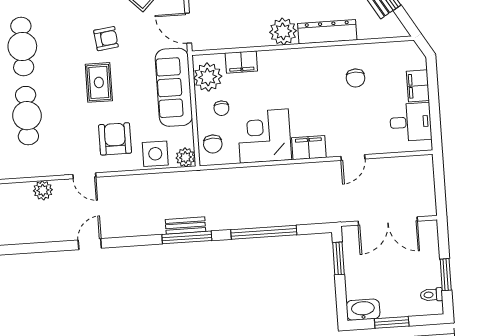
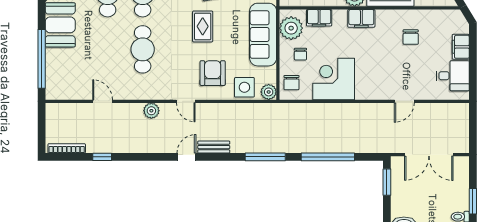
filing cabinet: (309, 148) -> (361, 18), moved, turned 180
bench: (185, 225) -> (214, 147), moved

